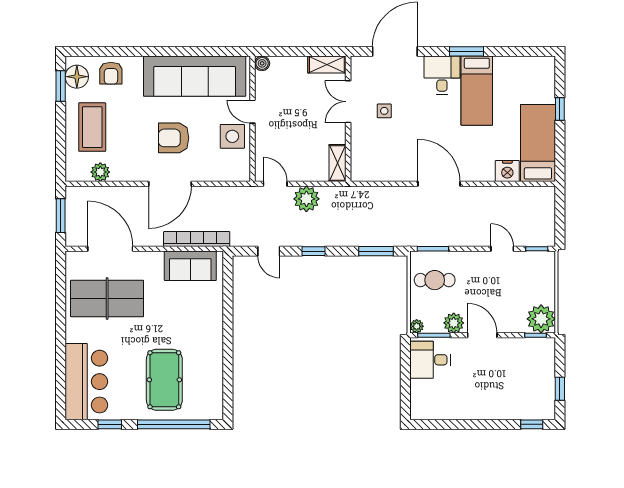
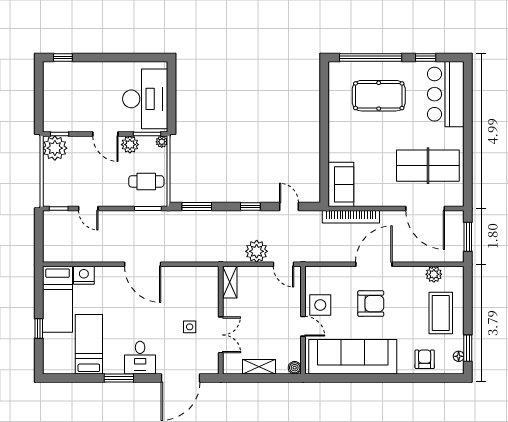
shelving: (327, 65) -> (259, 367), moved
floor lamp: (77, 77) -> (459, 356), width x0.53, depth x0.53
bed: (477, 91) -> (89, 344), moved
sofa: (190, 266) -> (341, 184), moved, turned 90
desk: (430, 360) -> (145, 99), width x1.87, depth x1.30
pool table: (164, 380) -> (379, 96), turned 90
window: (560, 389) -> (39, 88), removed

